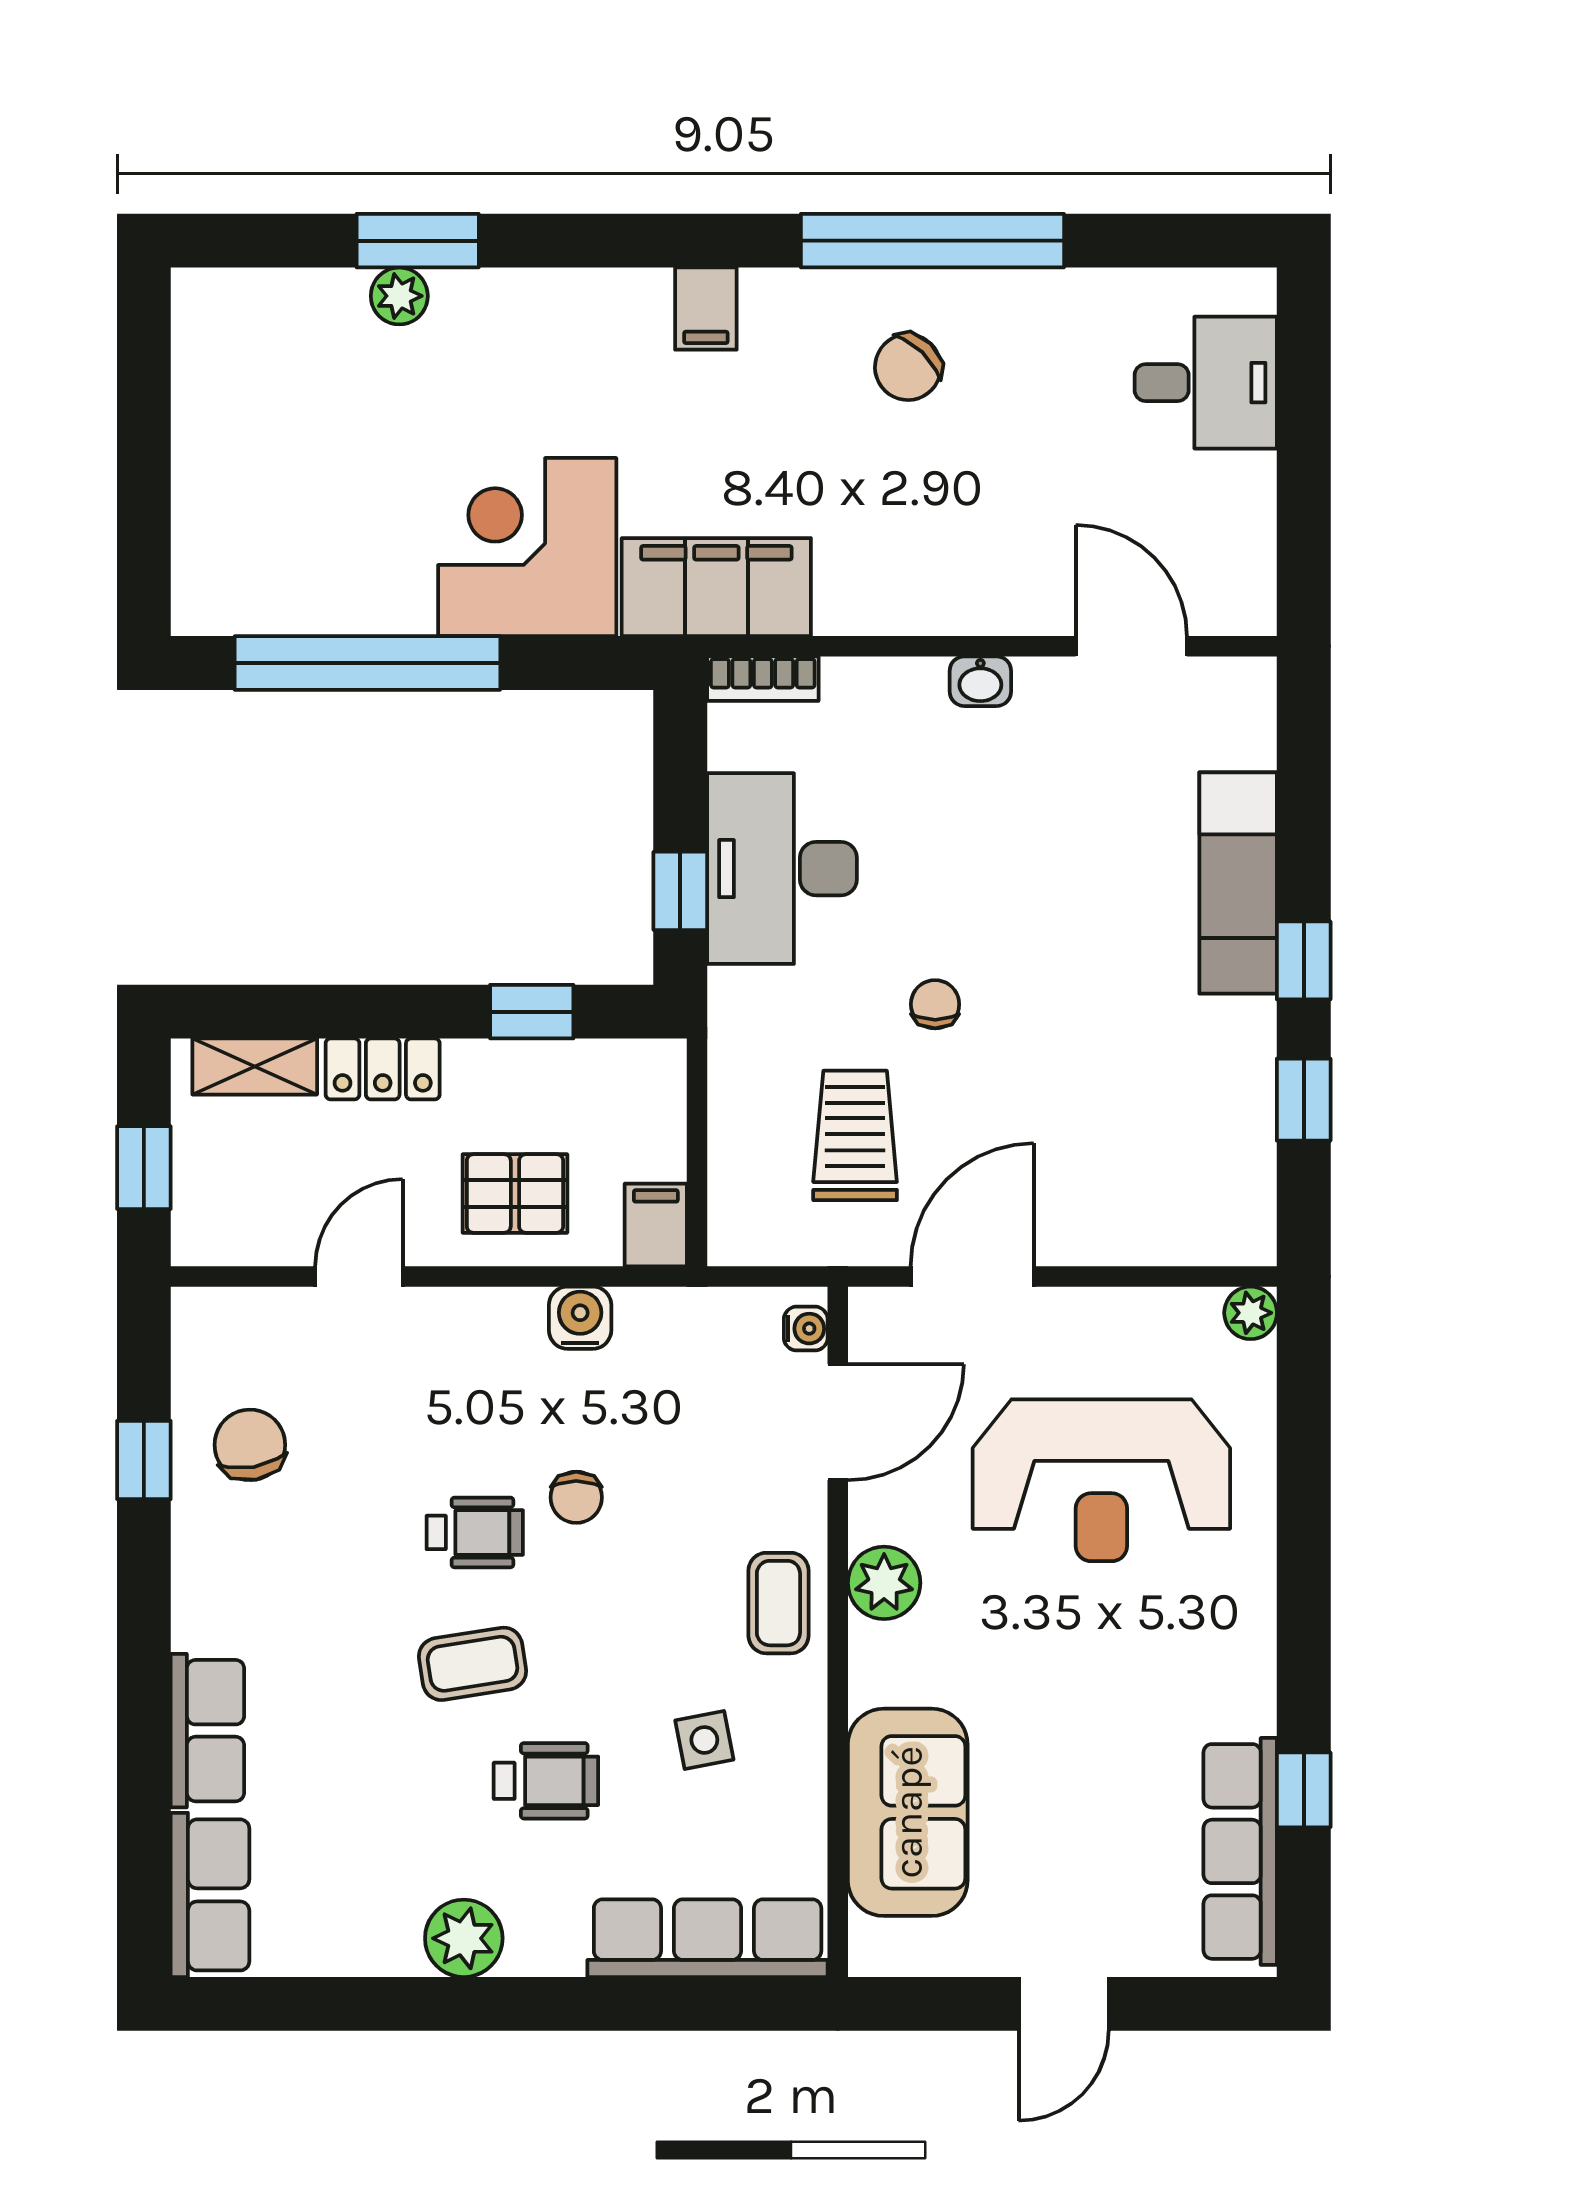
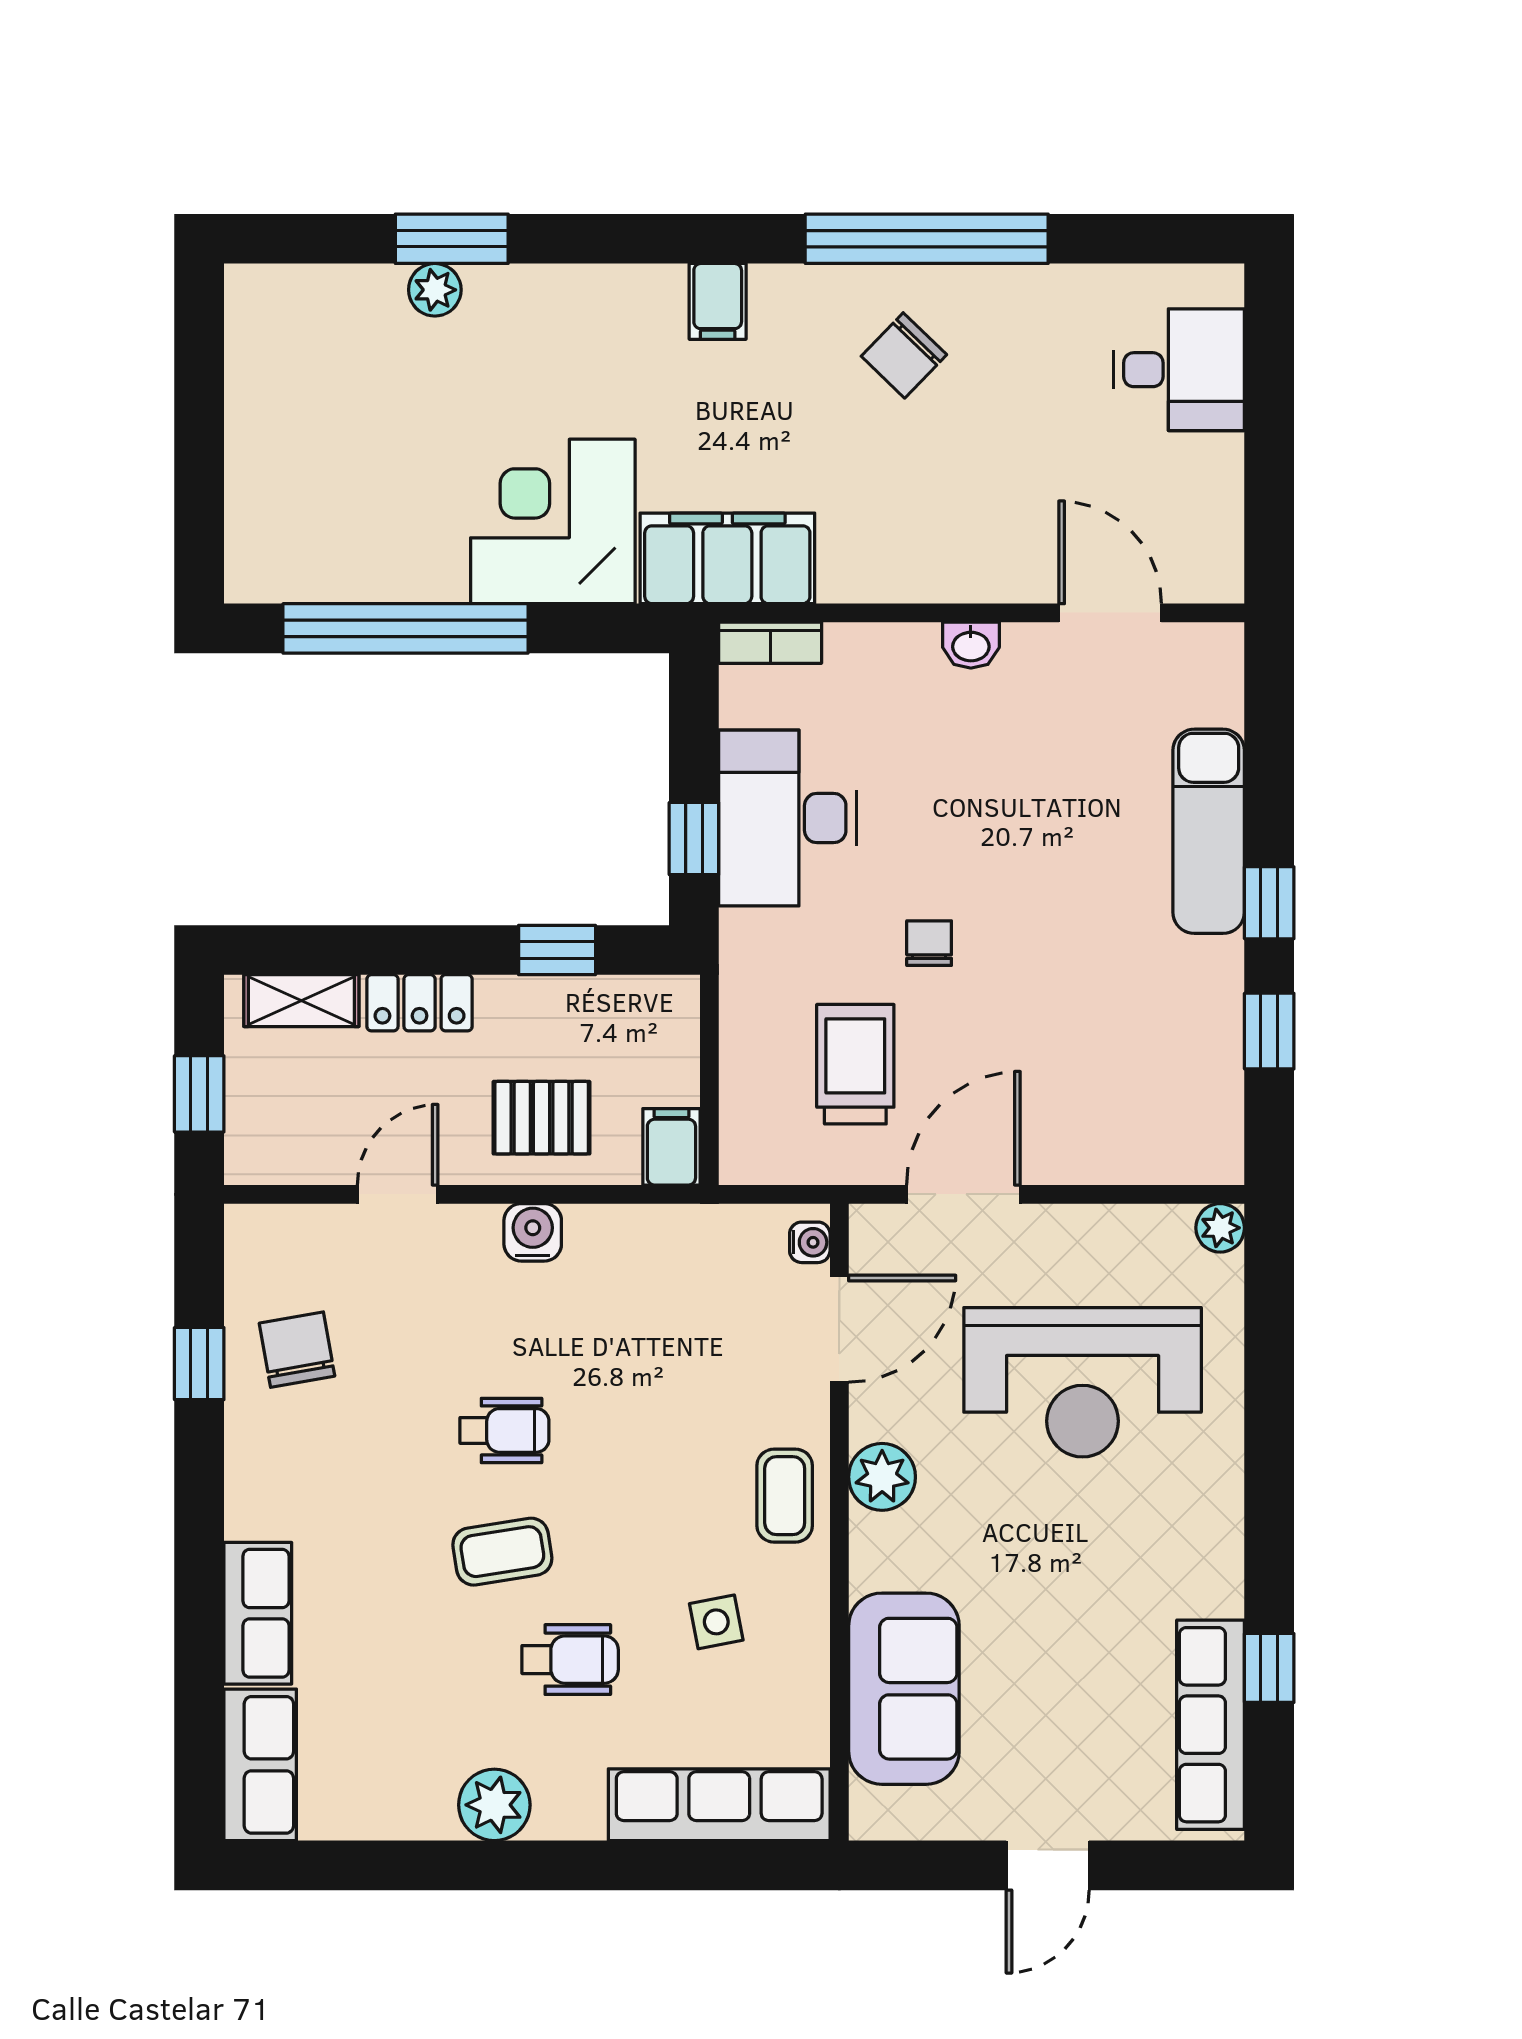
water cooler: (580, 1318) -> (533, 1232), moved
chair: (576, 1497) -> (598, 1398), removed

